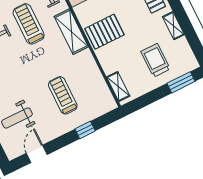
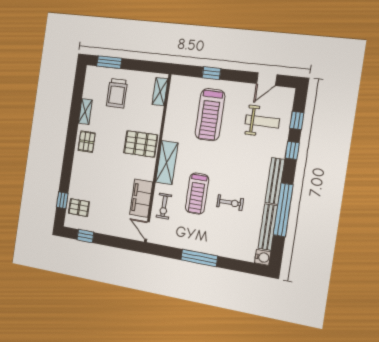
treadmill: (63, 95) -> (210, 115), width x1.37, depth x1.38

